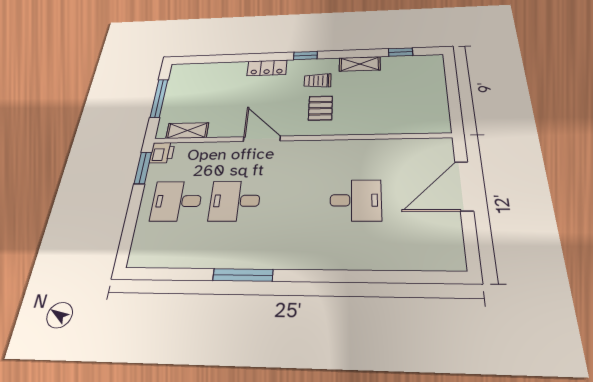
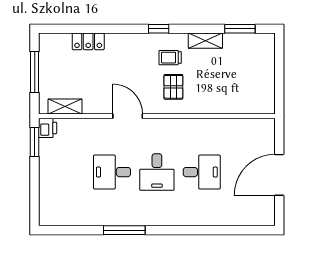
window: (401, 52) -> (240, 29), width x1.50
locker: (267, 68) -> (88, 41), moved
door: (464, 186) -> (279, 175), moved
desk: (177, 201) -> (157, 172), moved, turned -90

